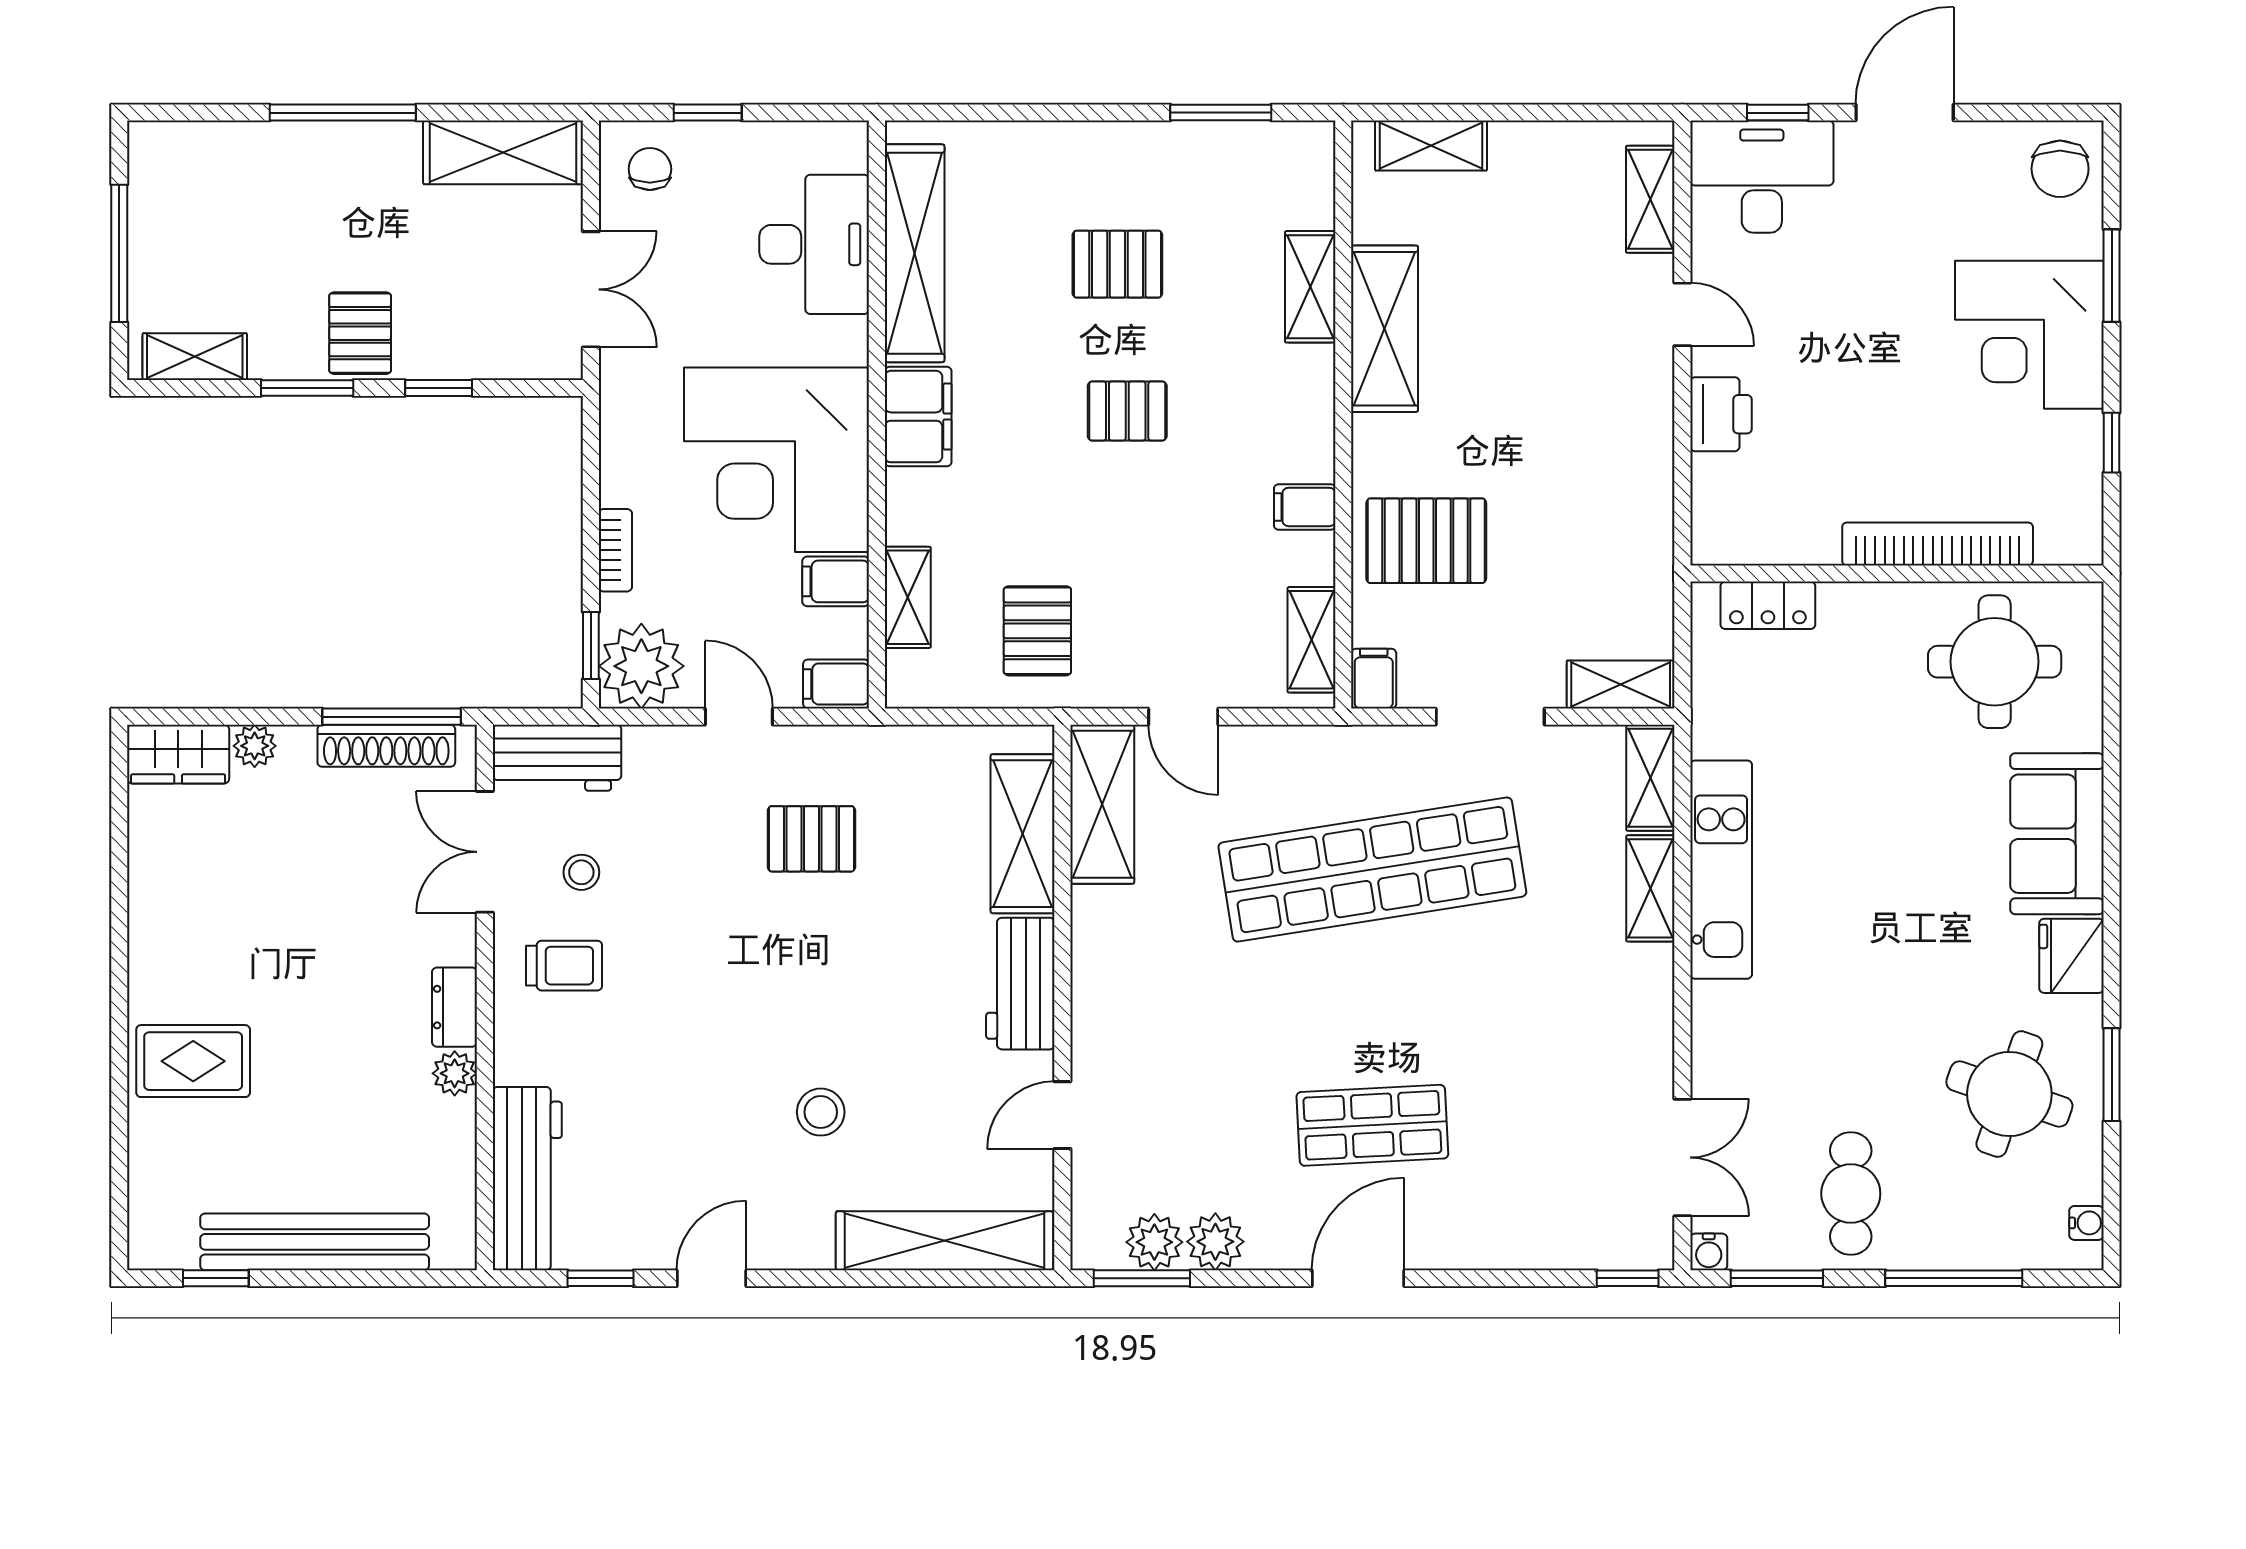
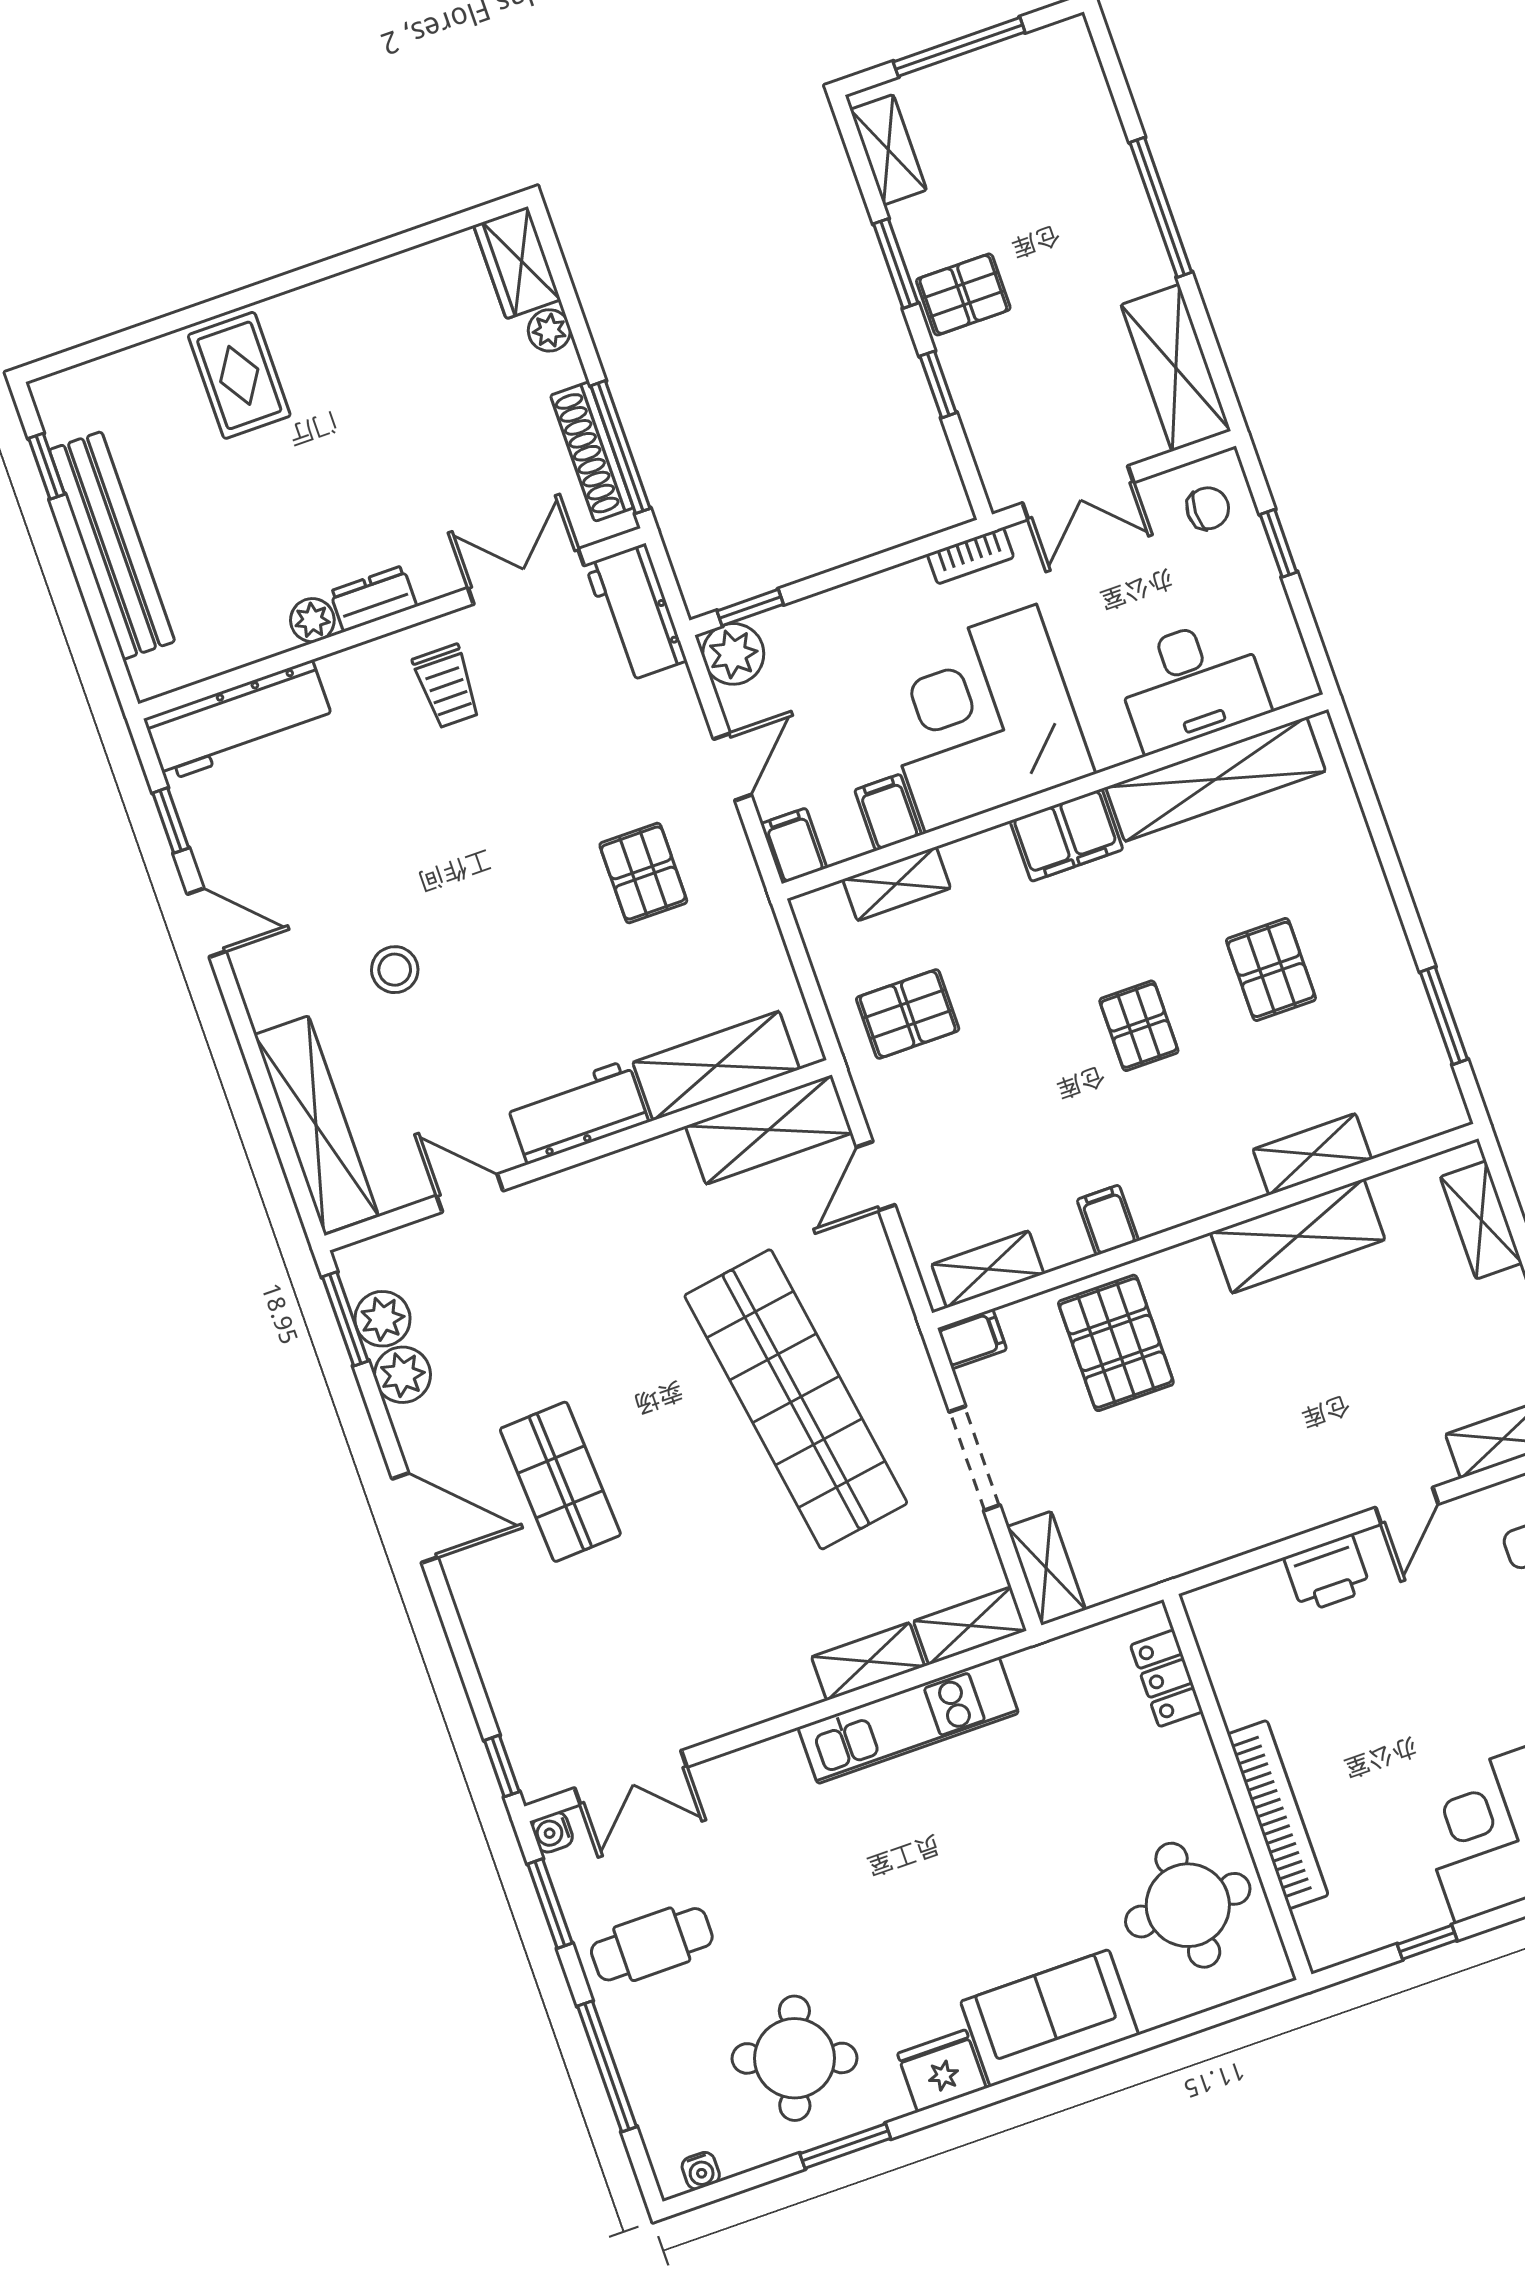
bookcase: (615, 550) -> (971, 556), moved
plant: (641, 666) -> (733, 654), width x0.73, depth x0.73
stool: (581, 872) -> (538, 672), removed

